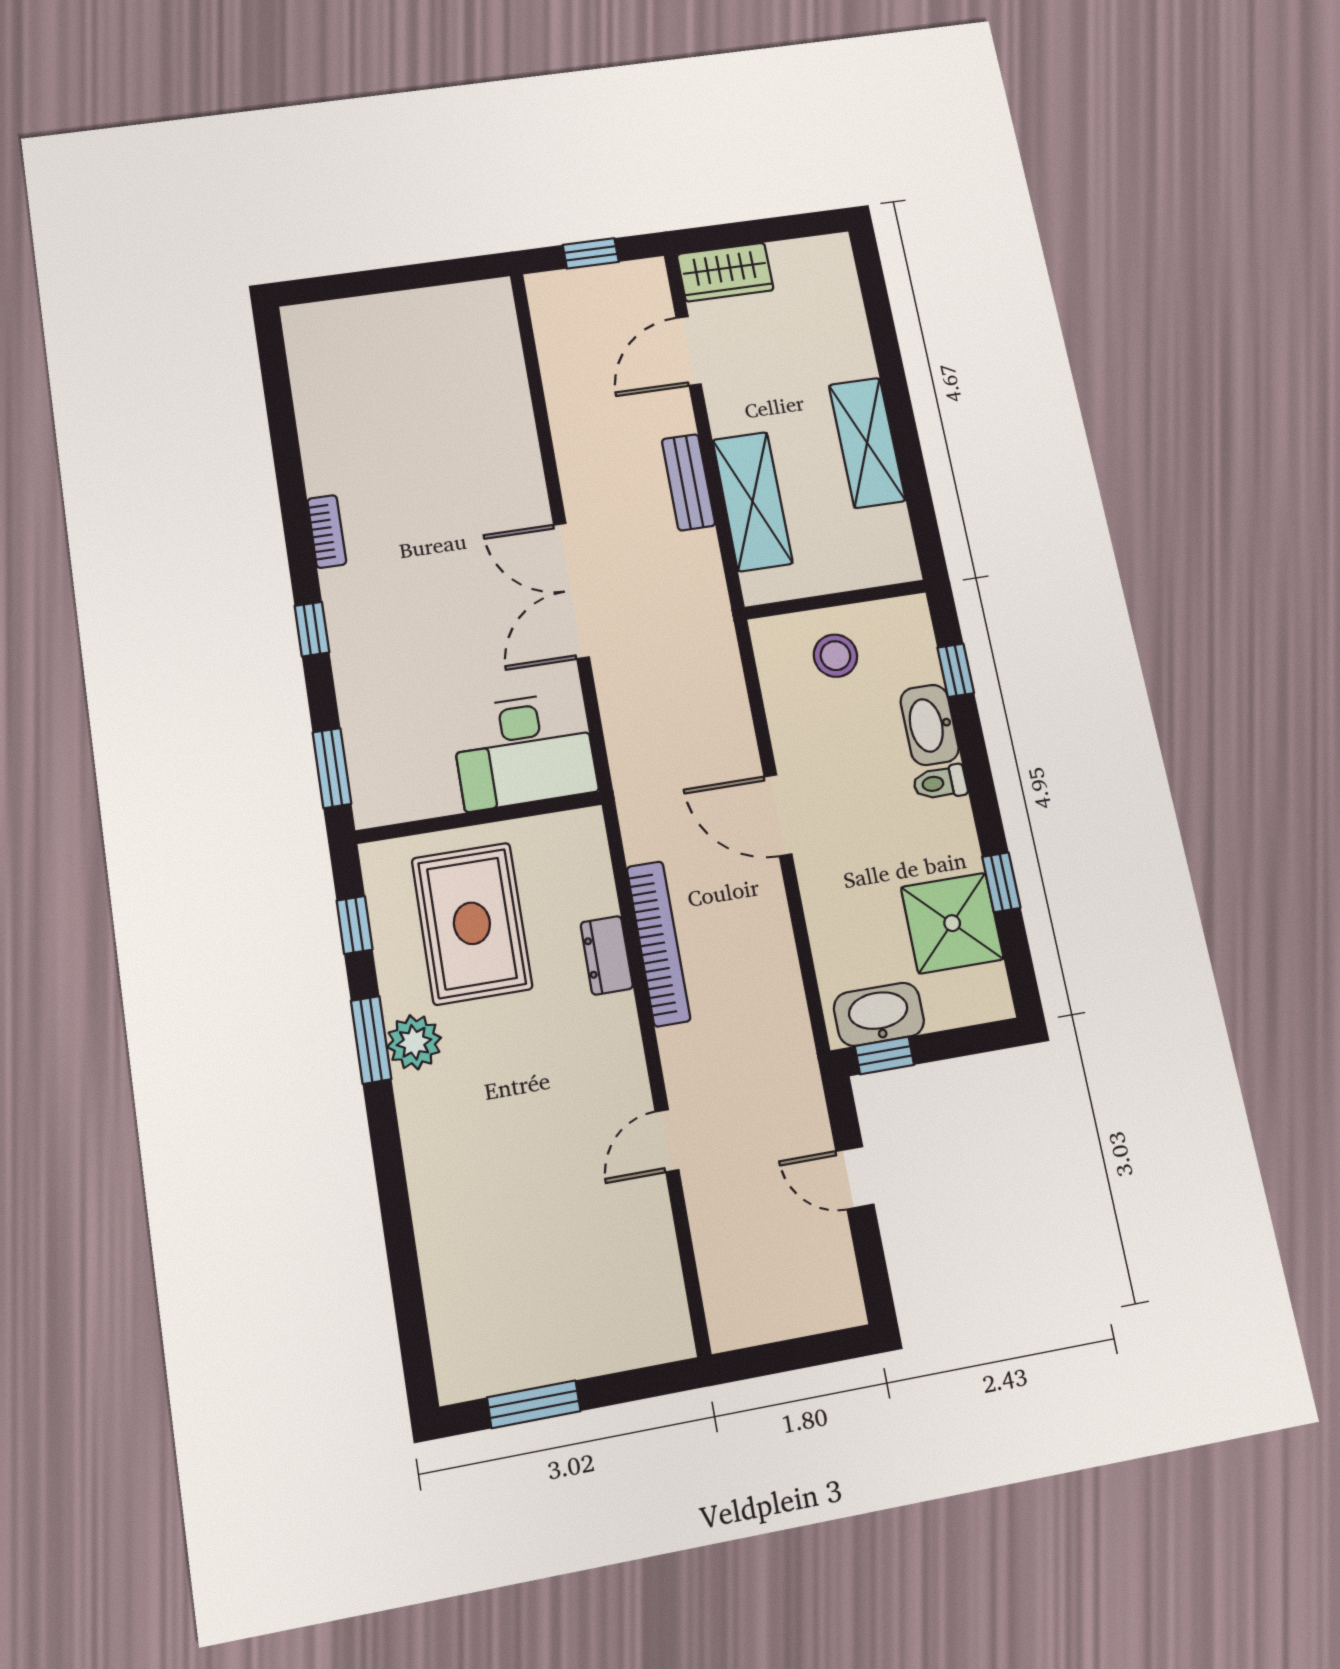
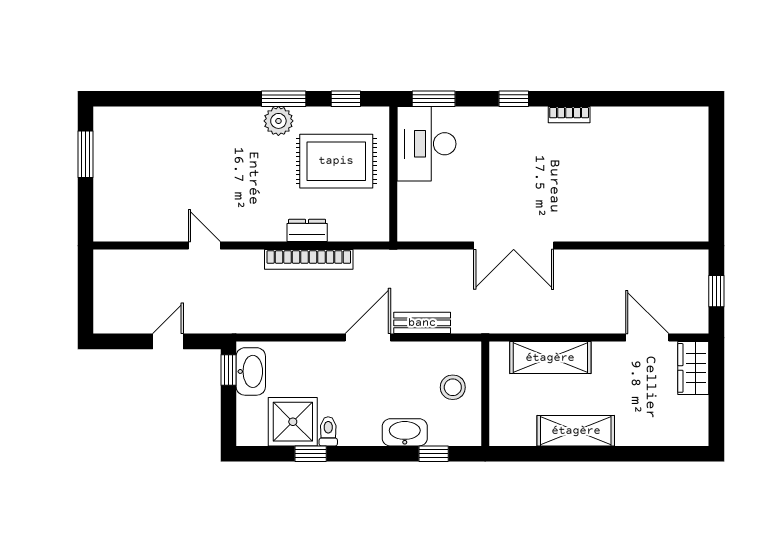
bench: (688, 482) -> (422, 323), moved
double door: (571, 591) -> (514, 246), swing flipped
desk: (524, 751) -> (426, 144), moved
toilet: (940, 783) -> (328, 431), moved

